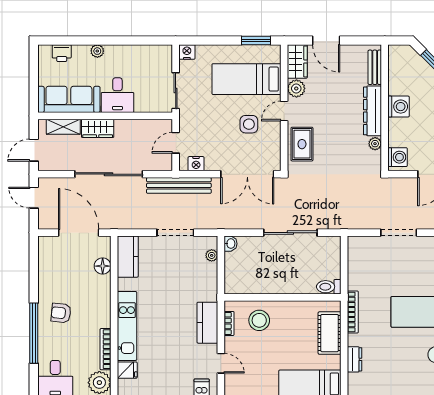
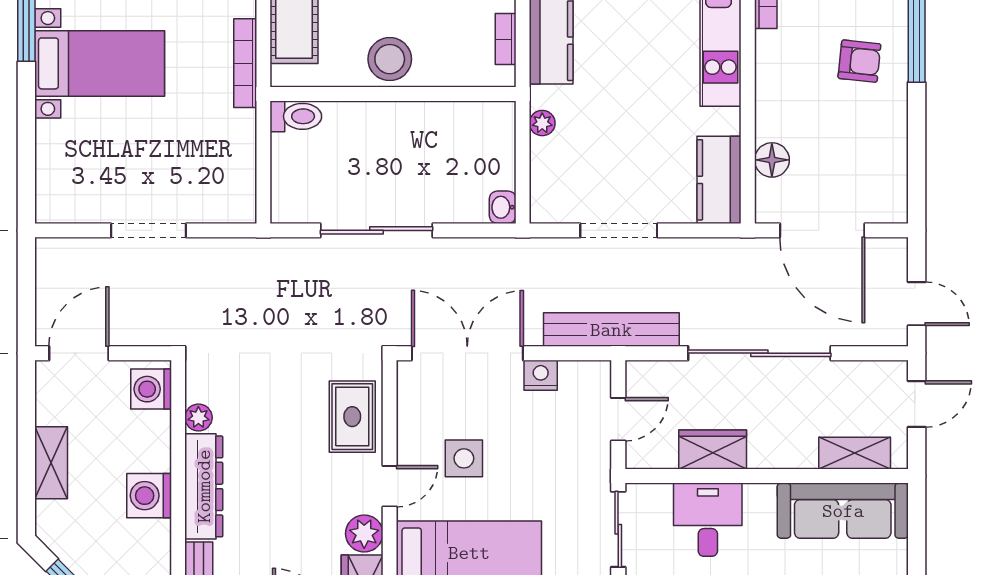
desk: (117, 95) -> (708, 520), moved
wardrobe: (98, 128) -> (713, 450), moved
nightstand: (196, 164) -> (541, 375), moved
plant: (212, 255) -> (542, 123), moved
stool: (259, 320) -> (390, 59), moved

